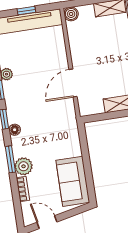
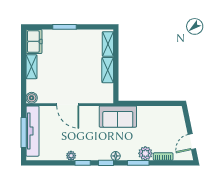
window: (26, 11) -> (24, 132), width x2.17
door: (73, 83) -> (68, 105), moved
sofa: (73, 181) -> (118, 117), moved

